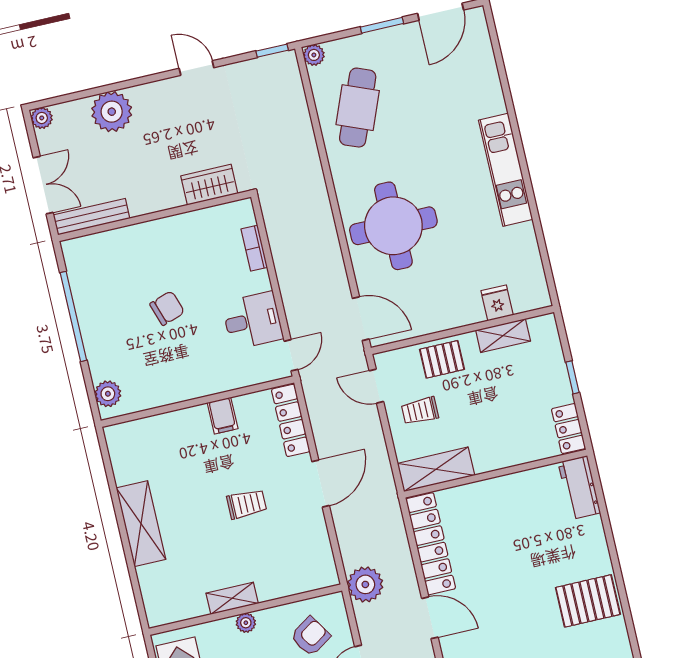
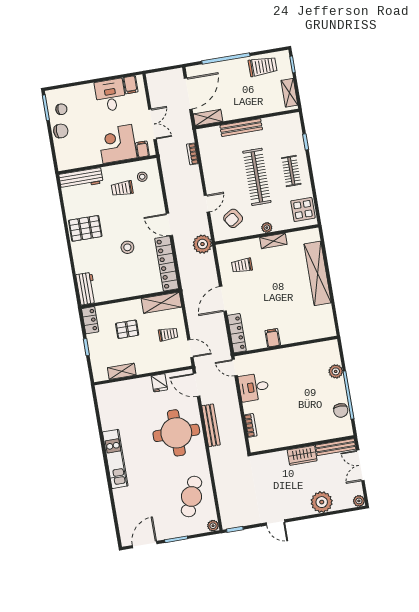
wardrobe: (209, 185) -> (302, 455), moved
bench: (329, 244) -> (211, 425), added
fridge: (497, 303) -> (159, 383), moved
chair: (167, 308) -> (341, 410), moved, turned -72
door: (291, 355) -> (235, 368), hinge flipped
pallet: (442, 359) -> (127, 329), moved
plant: (108, 394) -> (336, 371), moved
trolley: (247, 504) -> (242, 265), moved
shelving: (141, 524) -> (318, 273), width x1.47
stool: (506, 570) -> (127, 247), added

